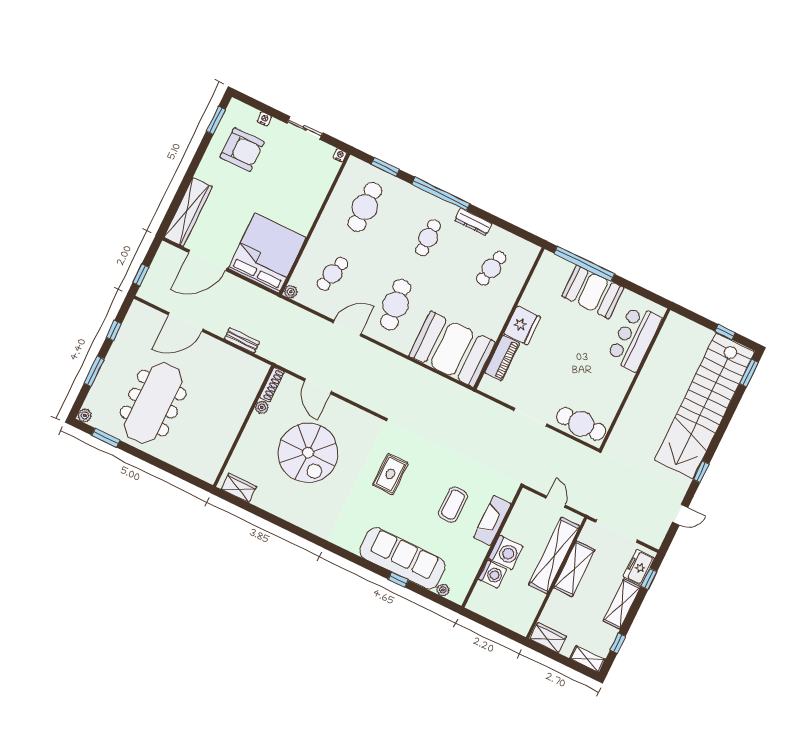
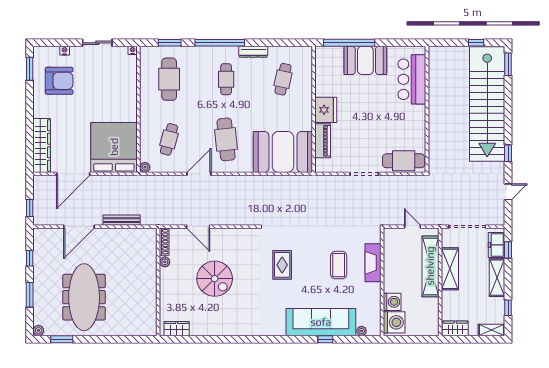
bench: (242, 340) -> (122, 220), width x1.36
spiral stairs: (308, 453) -> (215, 279), width x0.73, depth x0.73
washing machine: (506, 553) -> (394, 322), moved

